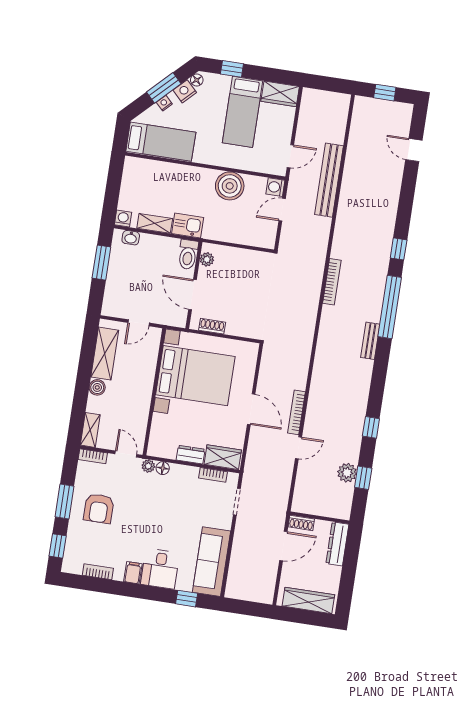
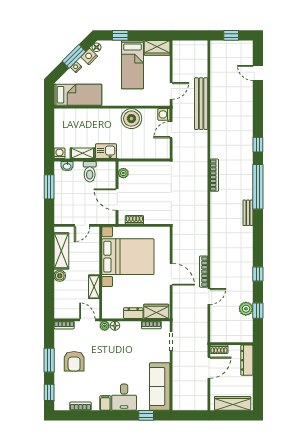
toilet: (188, 254) -> (90, 172), moved
shelving: (90, 430) -> (94, 287), moved

